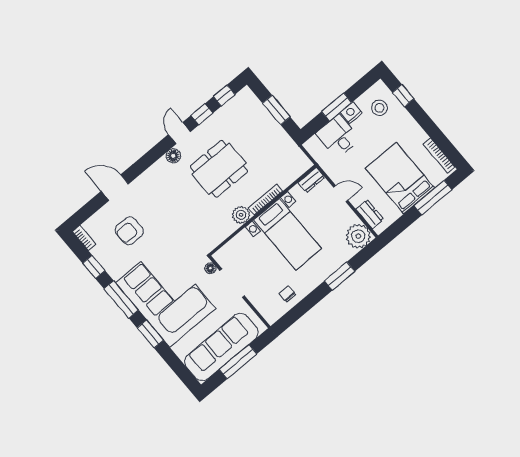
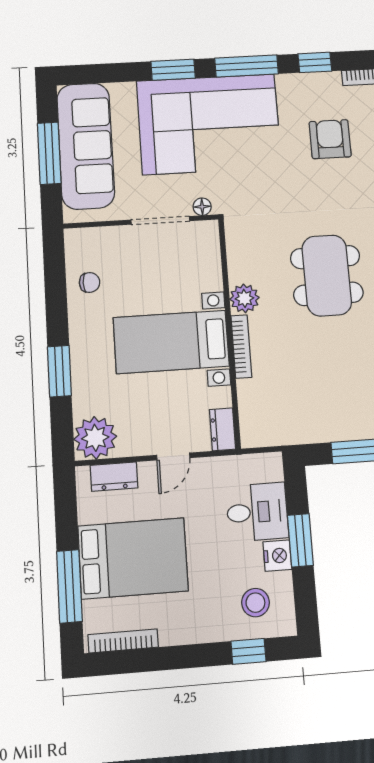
dining table: (219, 169) -> (327, 275), moved

